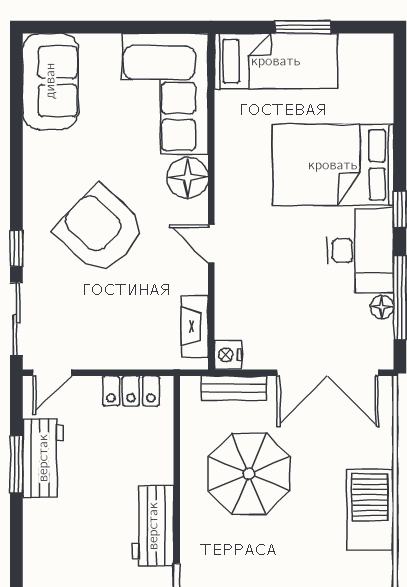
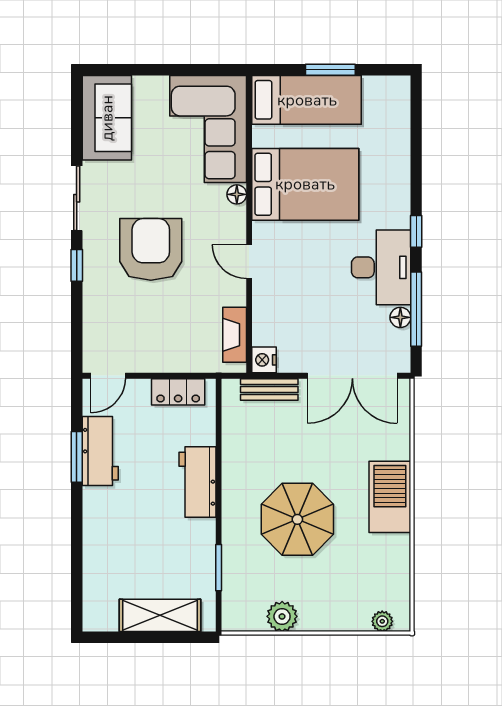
bed: (333, 165) -> (305, 184), moved, turned 180
floor lamp: (188, 178) -> (237, 194), width x0.53, depth x0.53
armchair: (100, 230) -> (151, 249), turned 46
sliding door: (16, 319) -> (77, 198), moved
parasol: (249, 474) -> (297, 519), moved
workbench: (153, 526) -> (197, 482), moved

